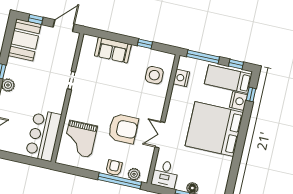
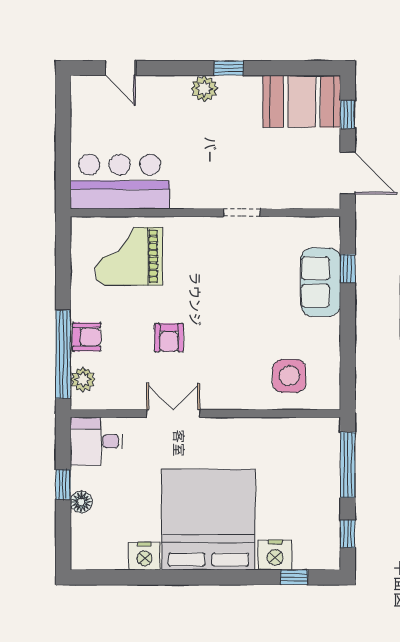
window: (145, 44) -> (348, 269), moved
nightstand: (181, 78) -> (144, 556), moved, turned 180
bed: (228, 79) -> (314, 525), removed
armchair: (123, 129) -> (169, 338), width x0.53, depth x0.53

